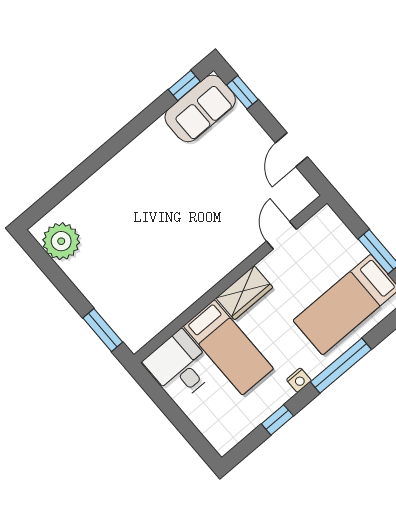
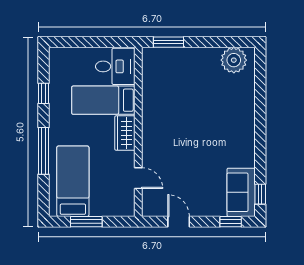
nightstand: (299, 380) -> (55, 122), removed

